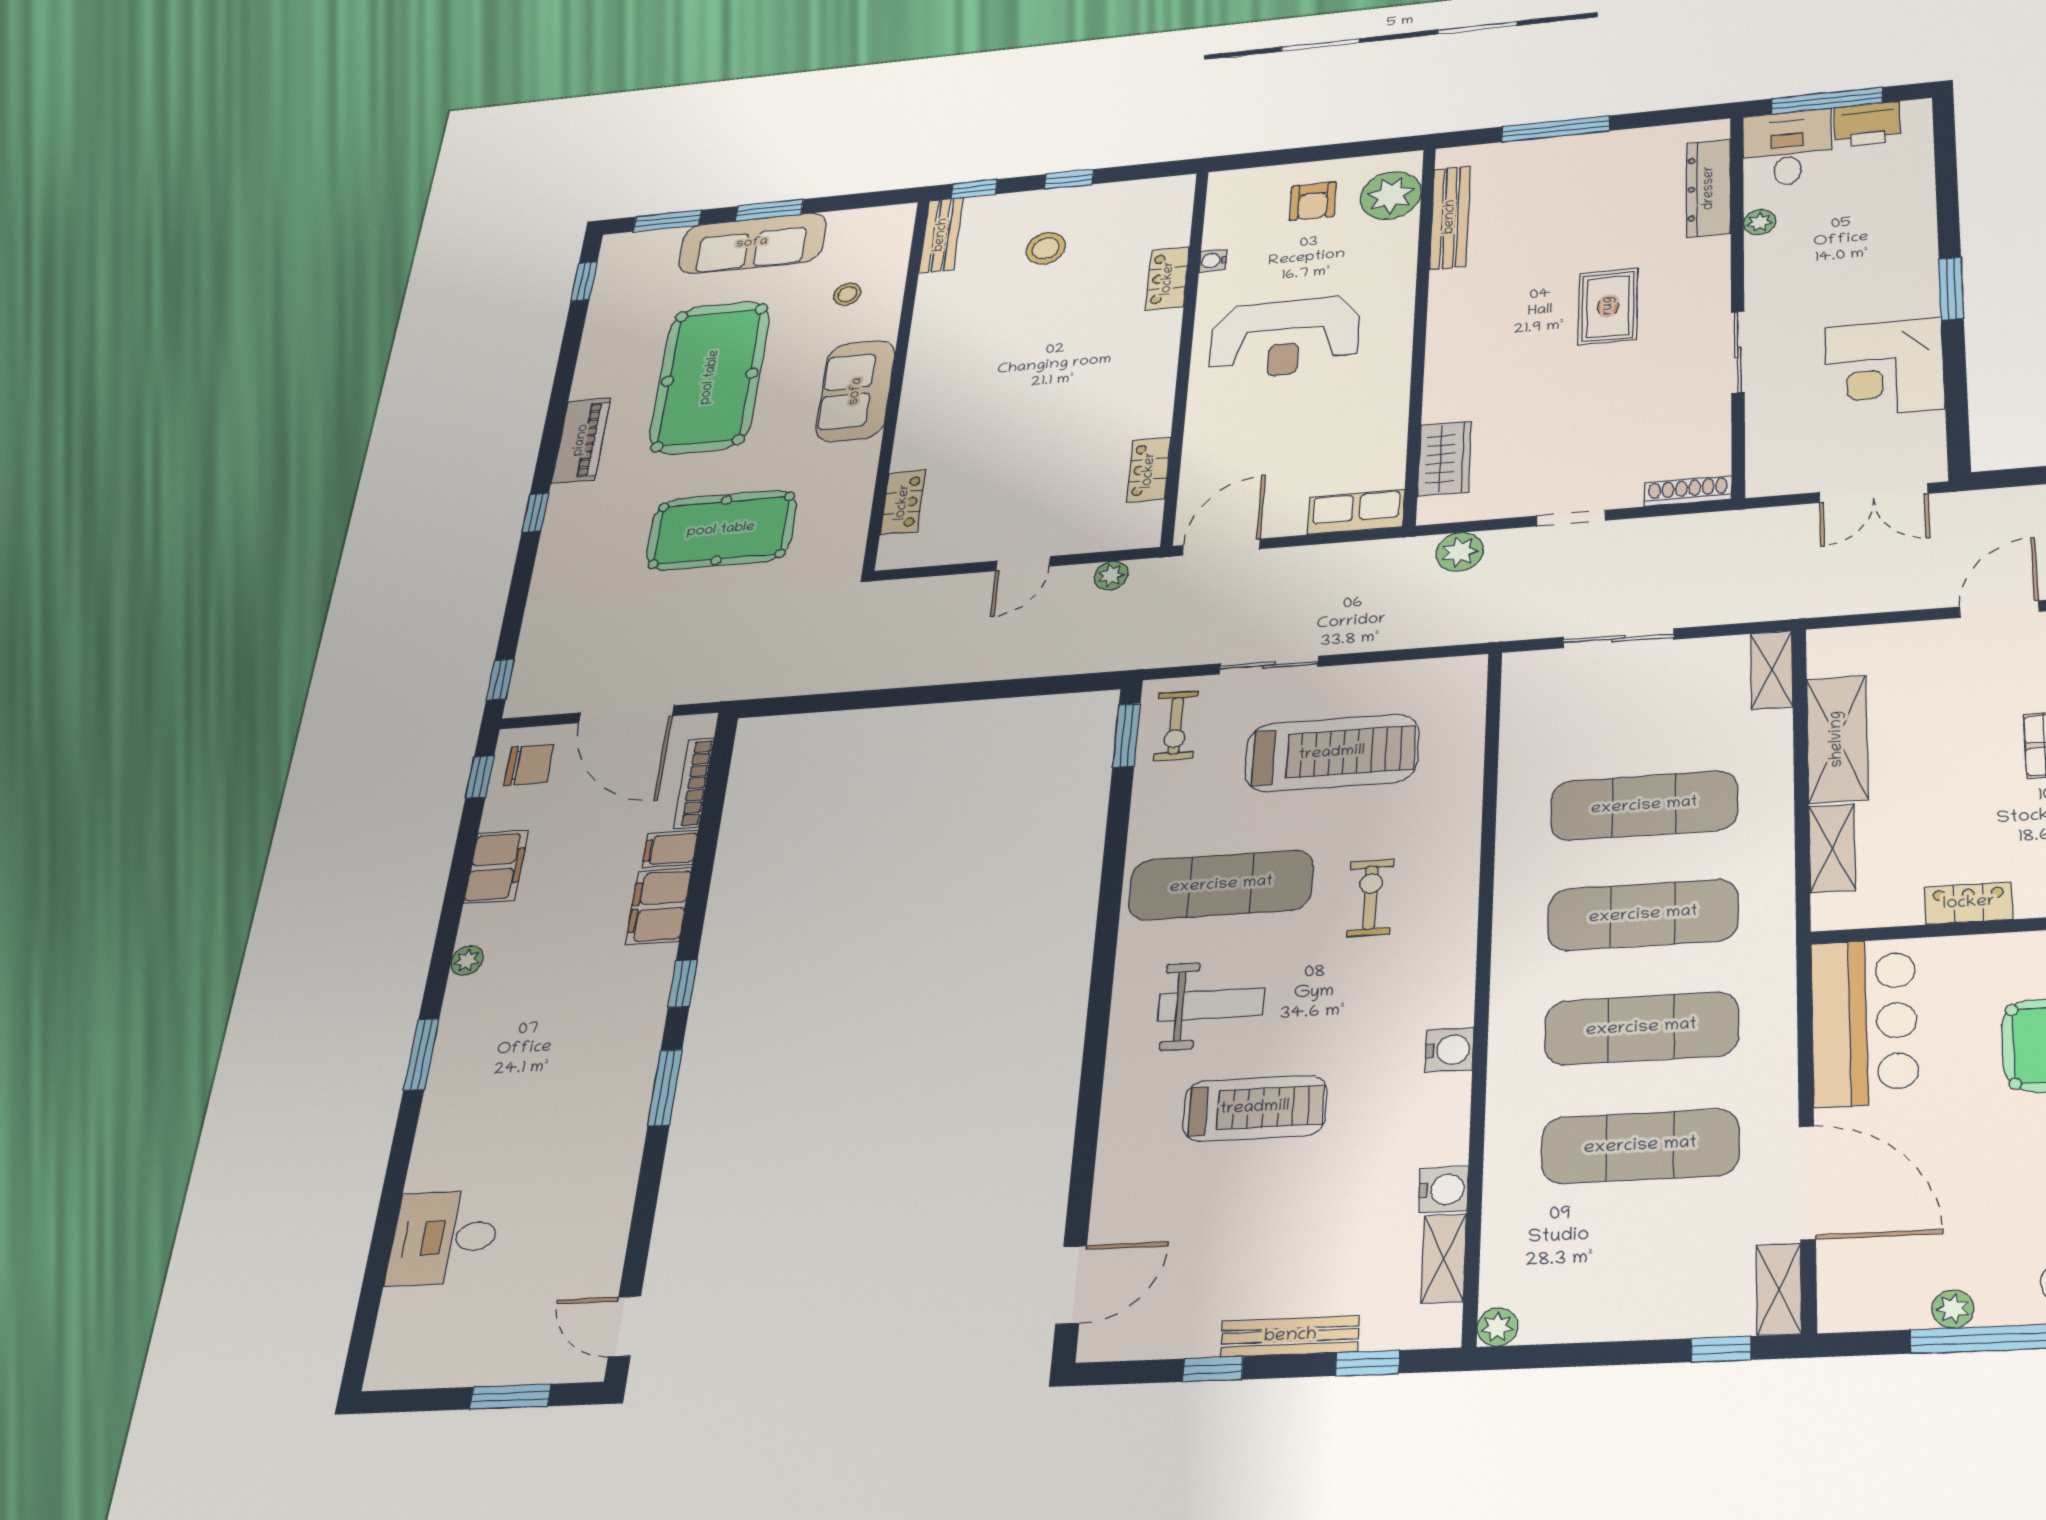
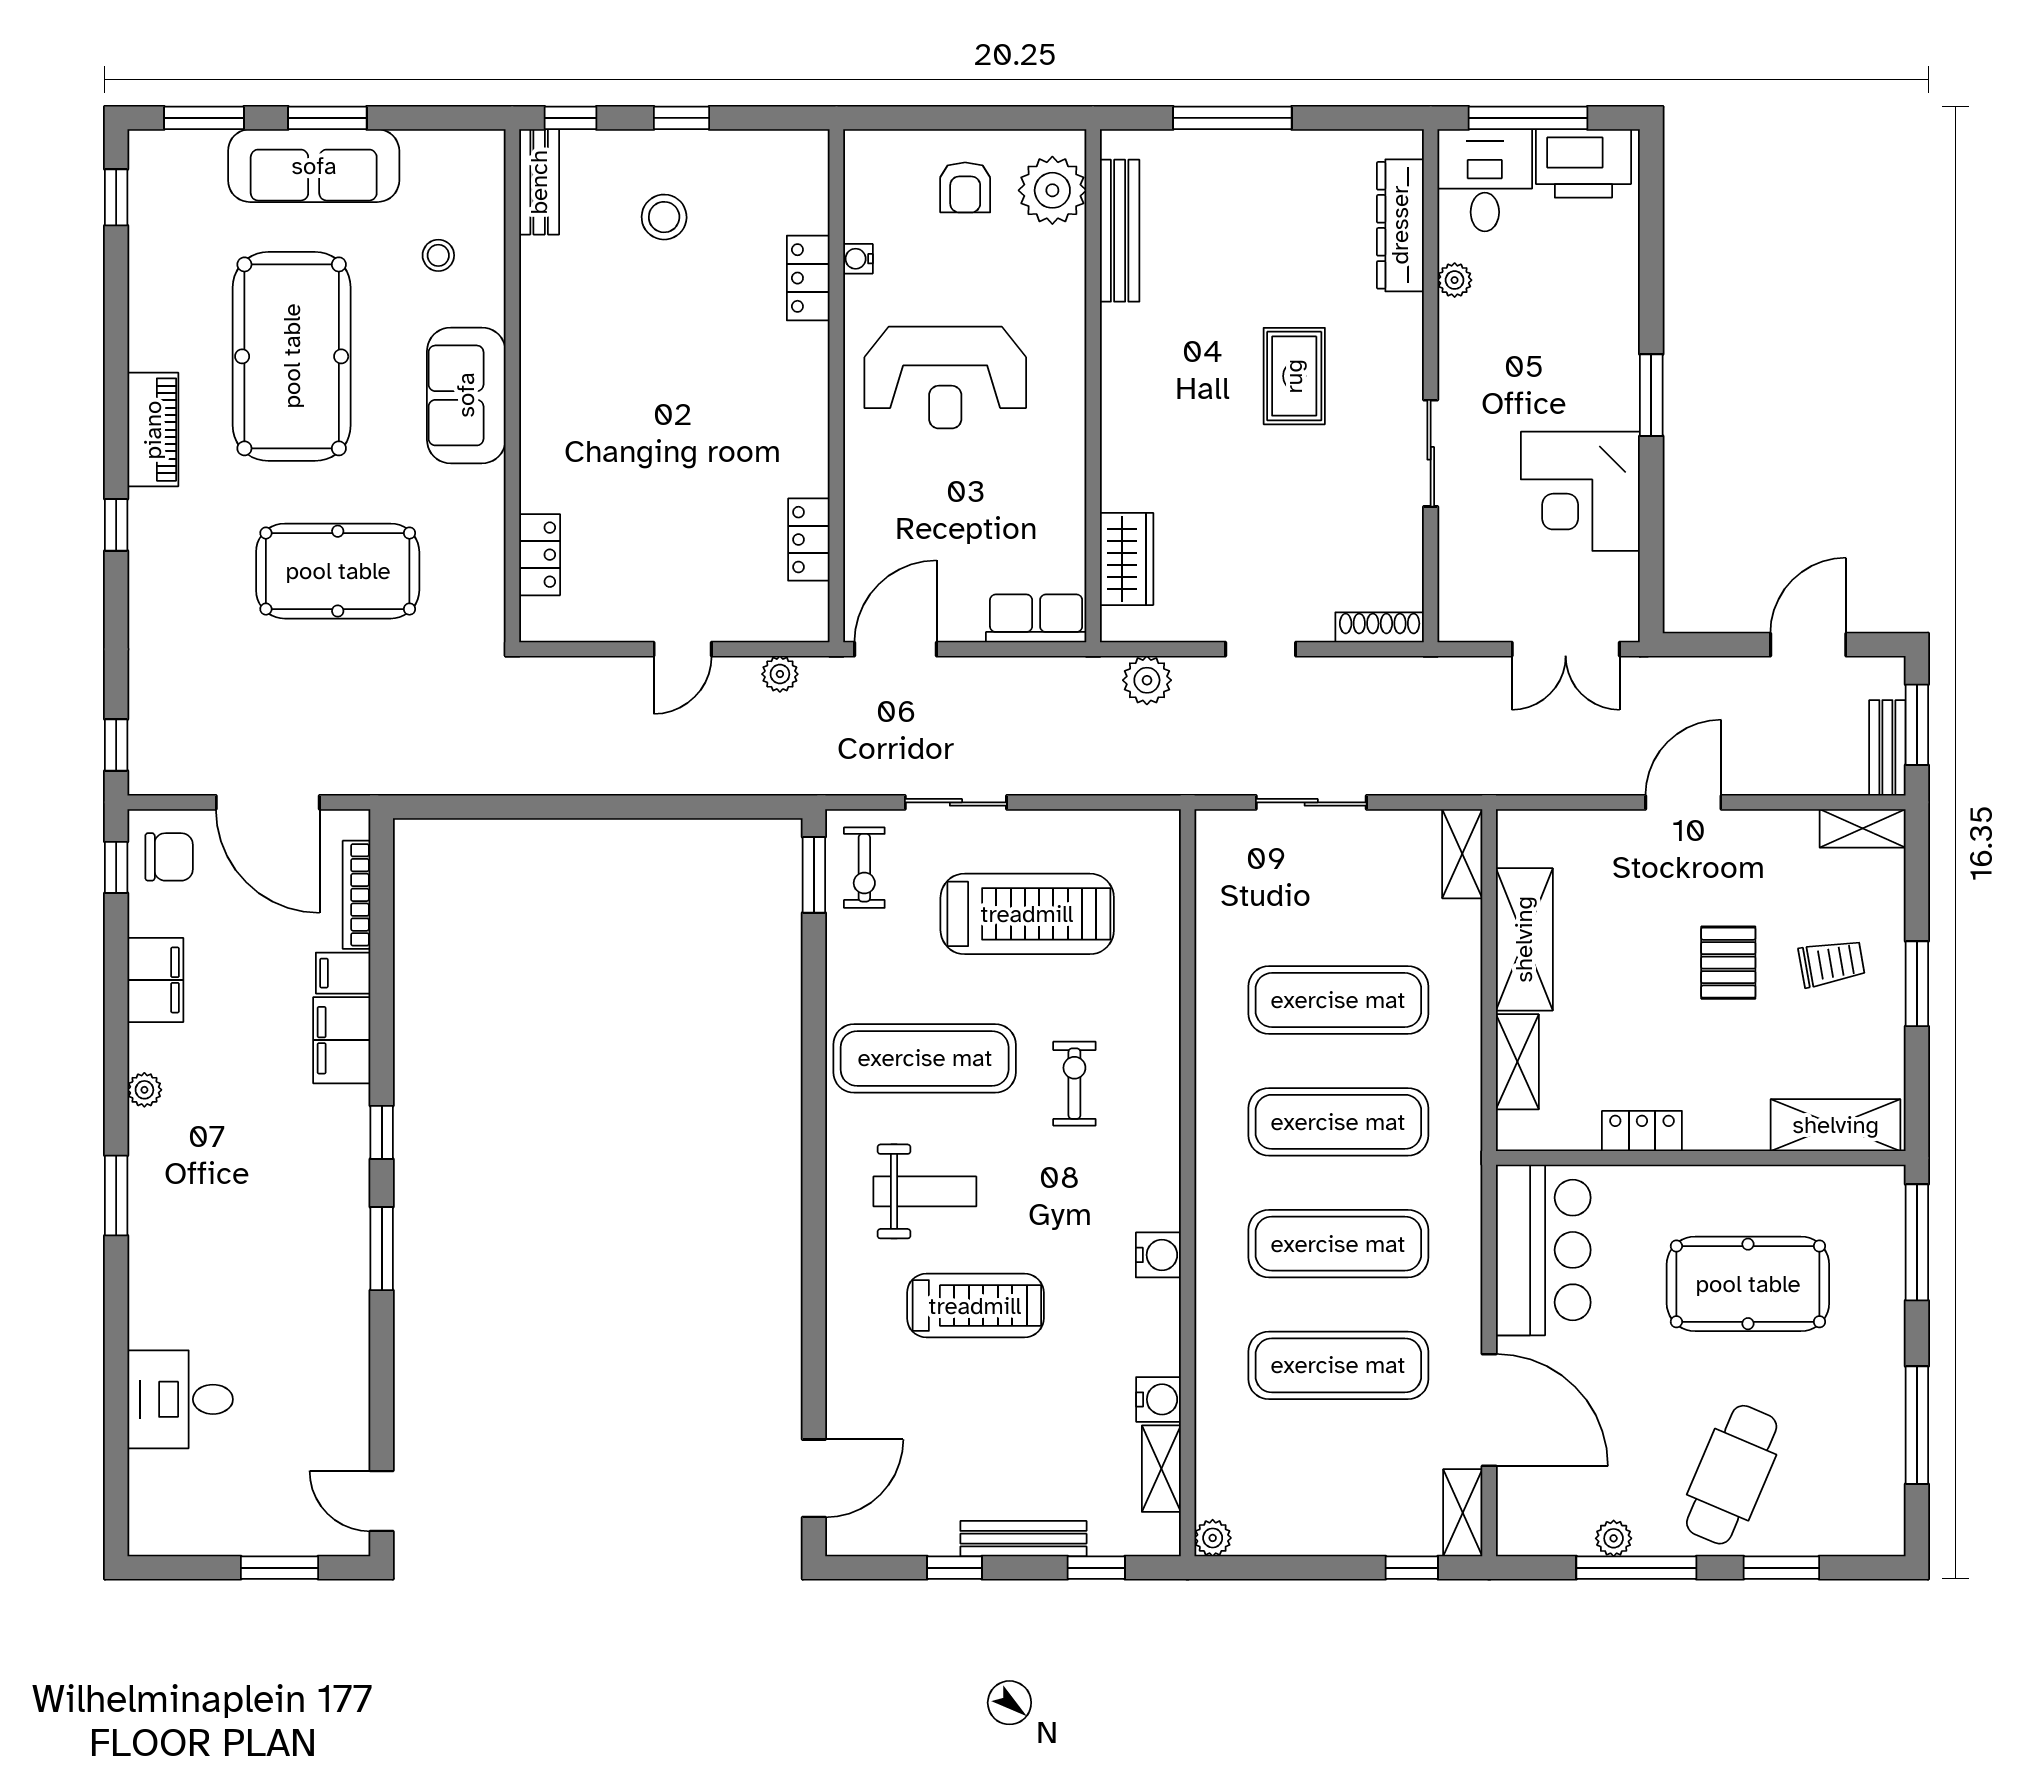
printer: (1867, 124) -> (1583, 163), width x1.37, depth x1.19

